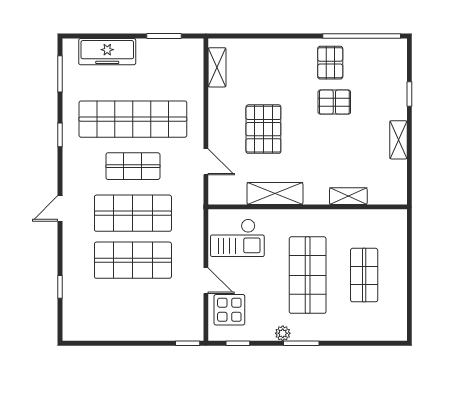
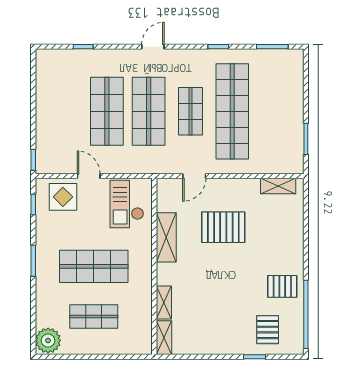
freezer: (107, 52) -> (292, 89), removed
pallet: (334, 102) -> (268, 330), moved
shelving: (398, 140) -> (164, 338), moved, turned 90
door: (60, 208) -> (153, 47), hinge flipped
door: (206, 281) -> (89, 176), swing flipped
plant: (283, 333) -> (48, 340), moved, width x1.88, depth x1.88

